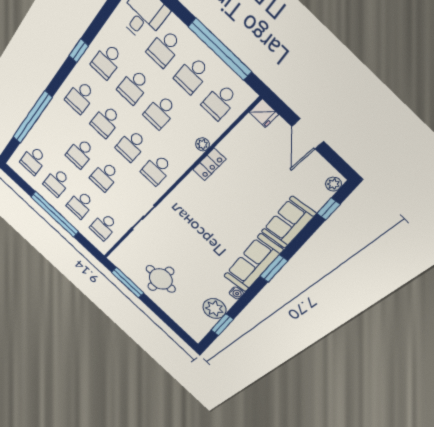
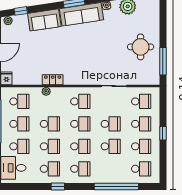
window: (55, 214) -> (163, 133), width x0.32

